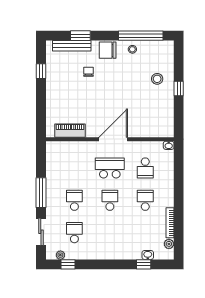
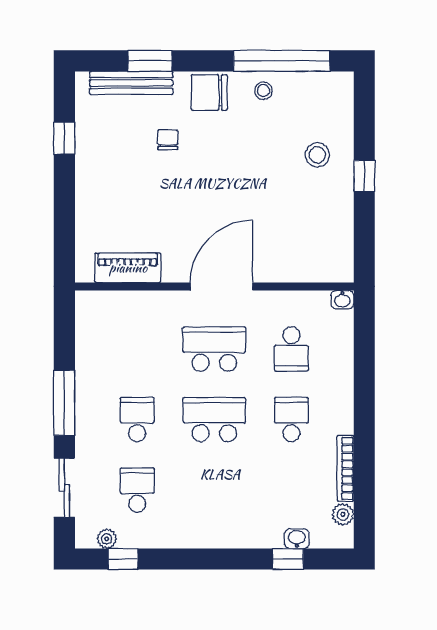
school desk: (110, 200) -> (214, 419), width x1.85

